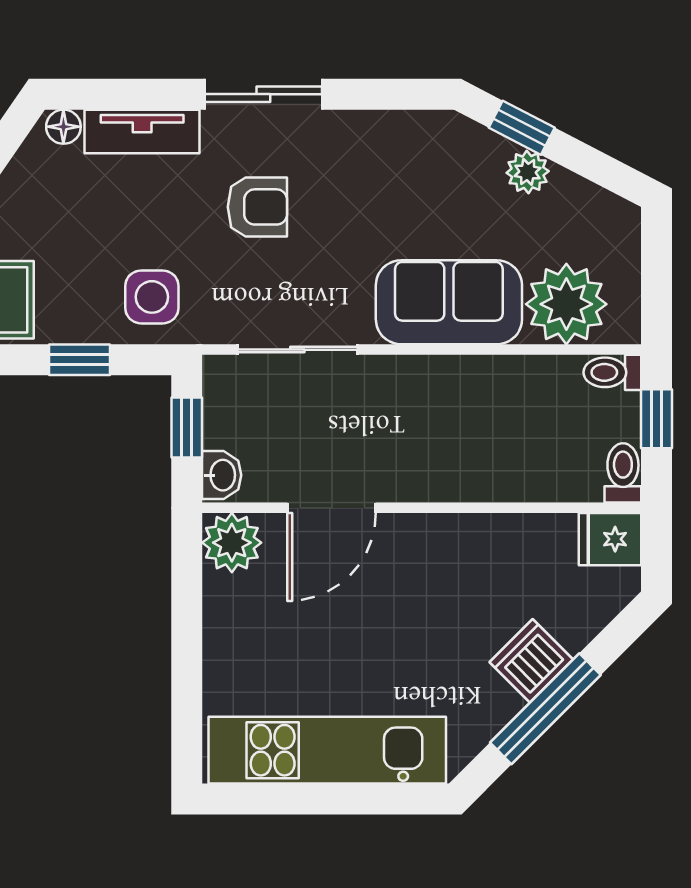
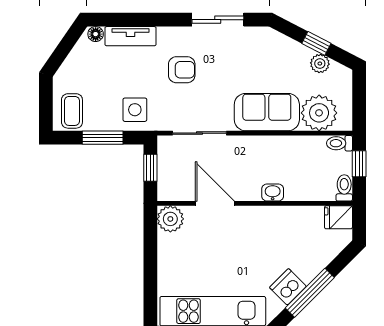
sliding door: (263, 94) -> (218, 20), moved
window: (522, 128) -> (316, 43), moved
plant: (528, 172) -> (320, 64), moved
window: (79, 360) -> (103, 138), width x1.50
washbasin: (222, 475) -> (273, 192), moved, turned -90
door: (332, 508) -> (215, 203), swing flipped
dishwasher: (531, 661) -> (288, 287), moved

